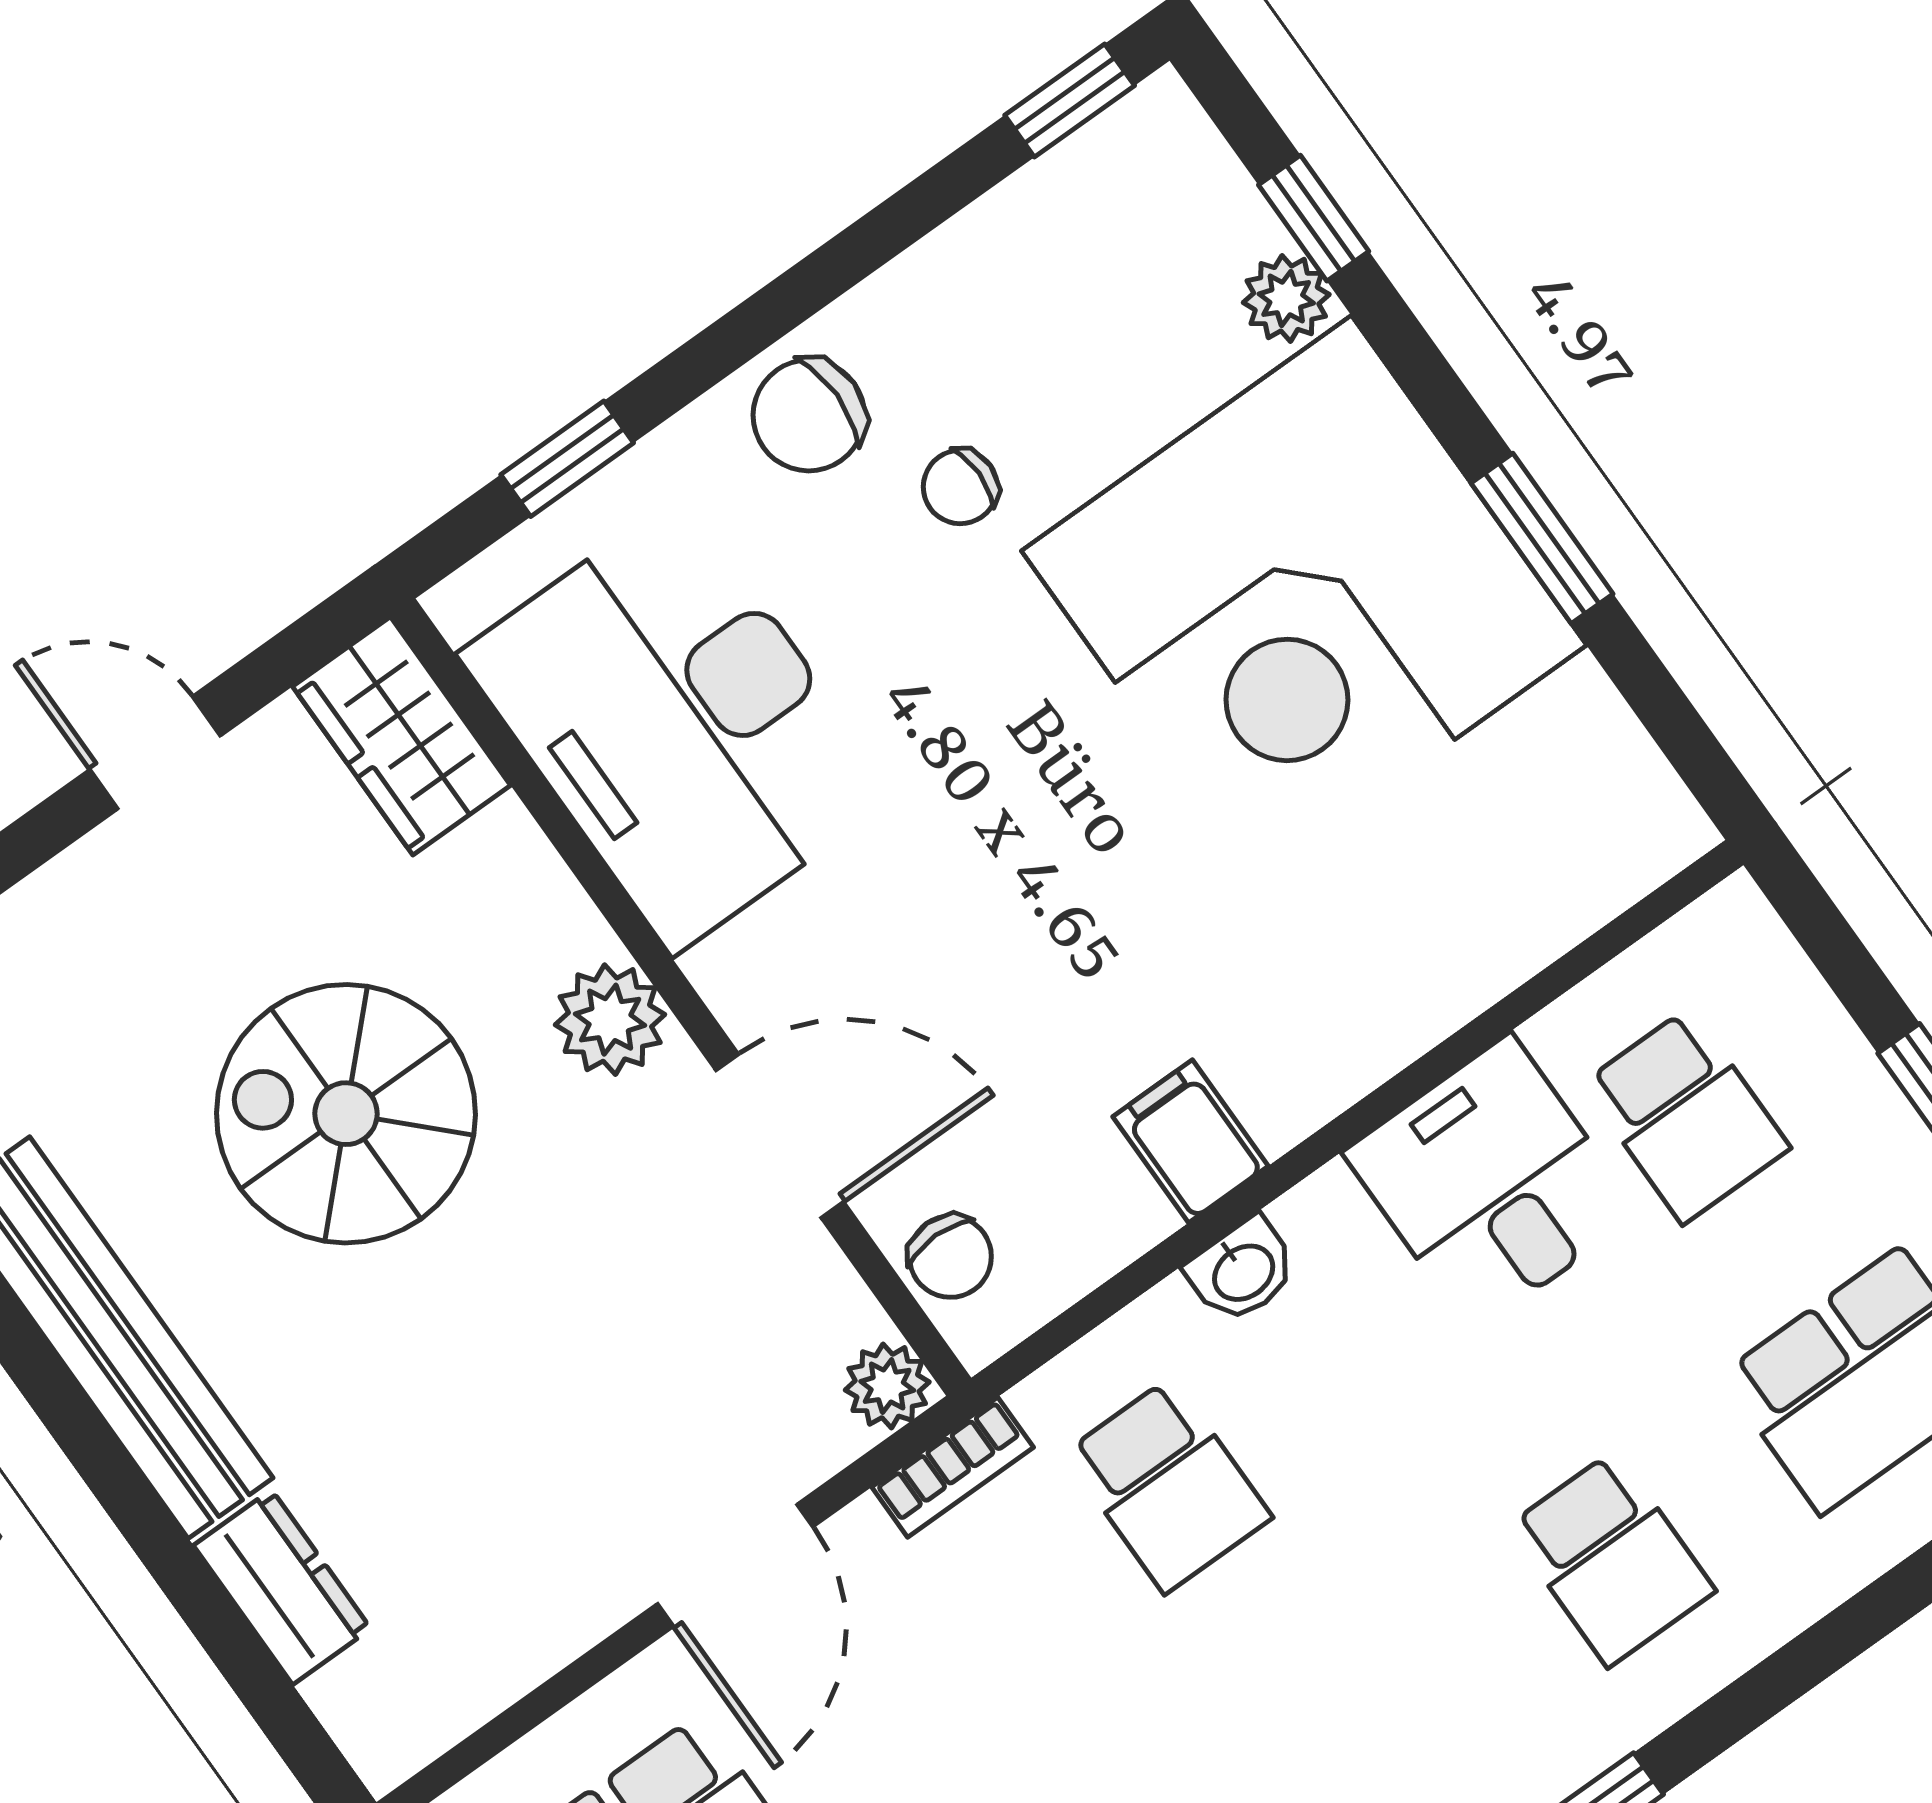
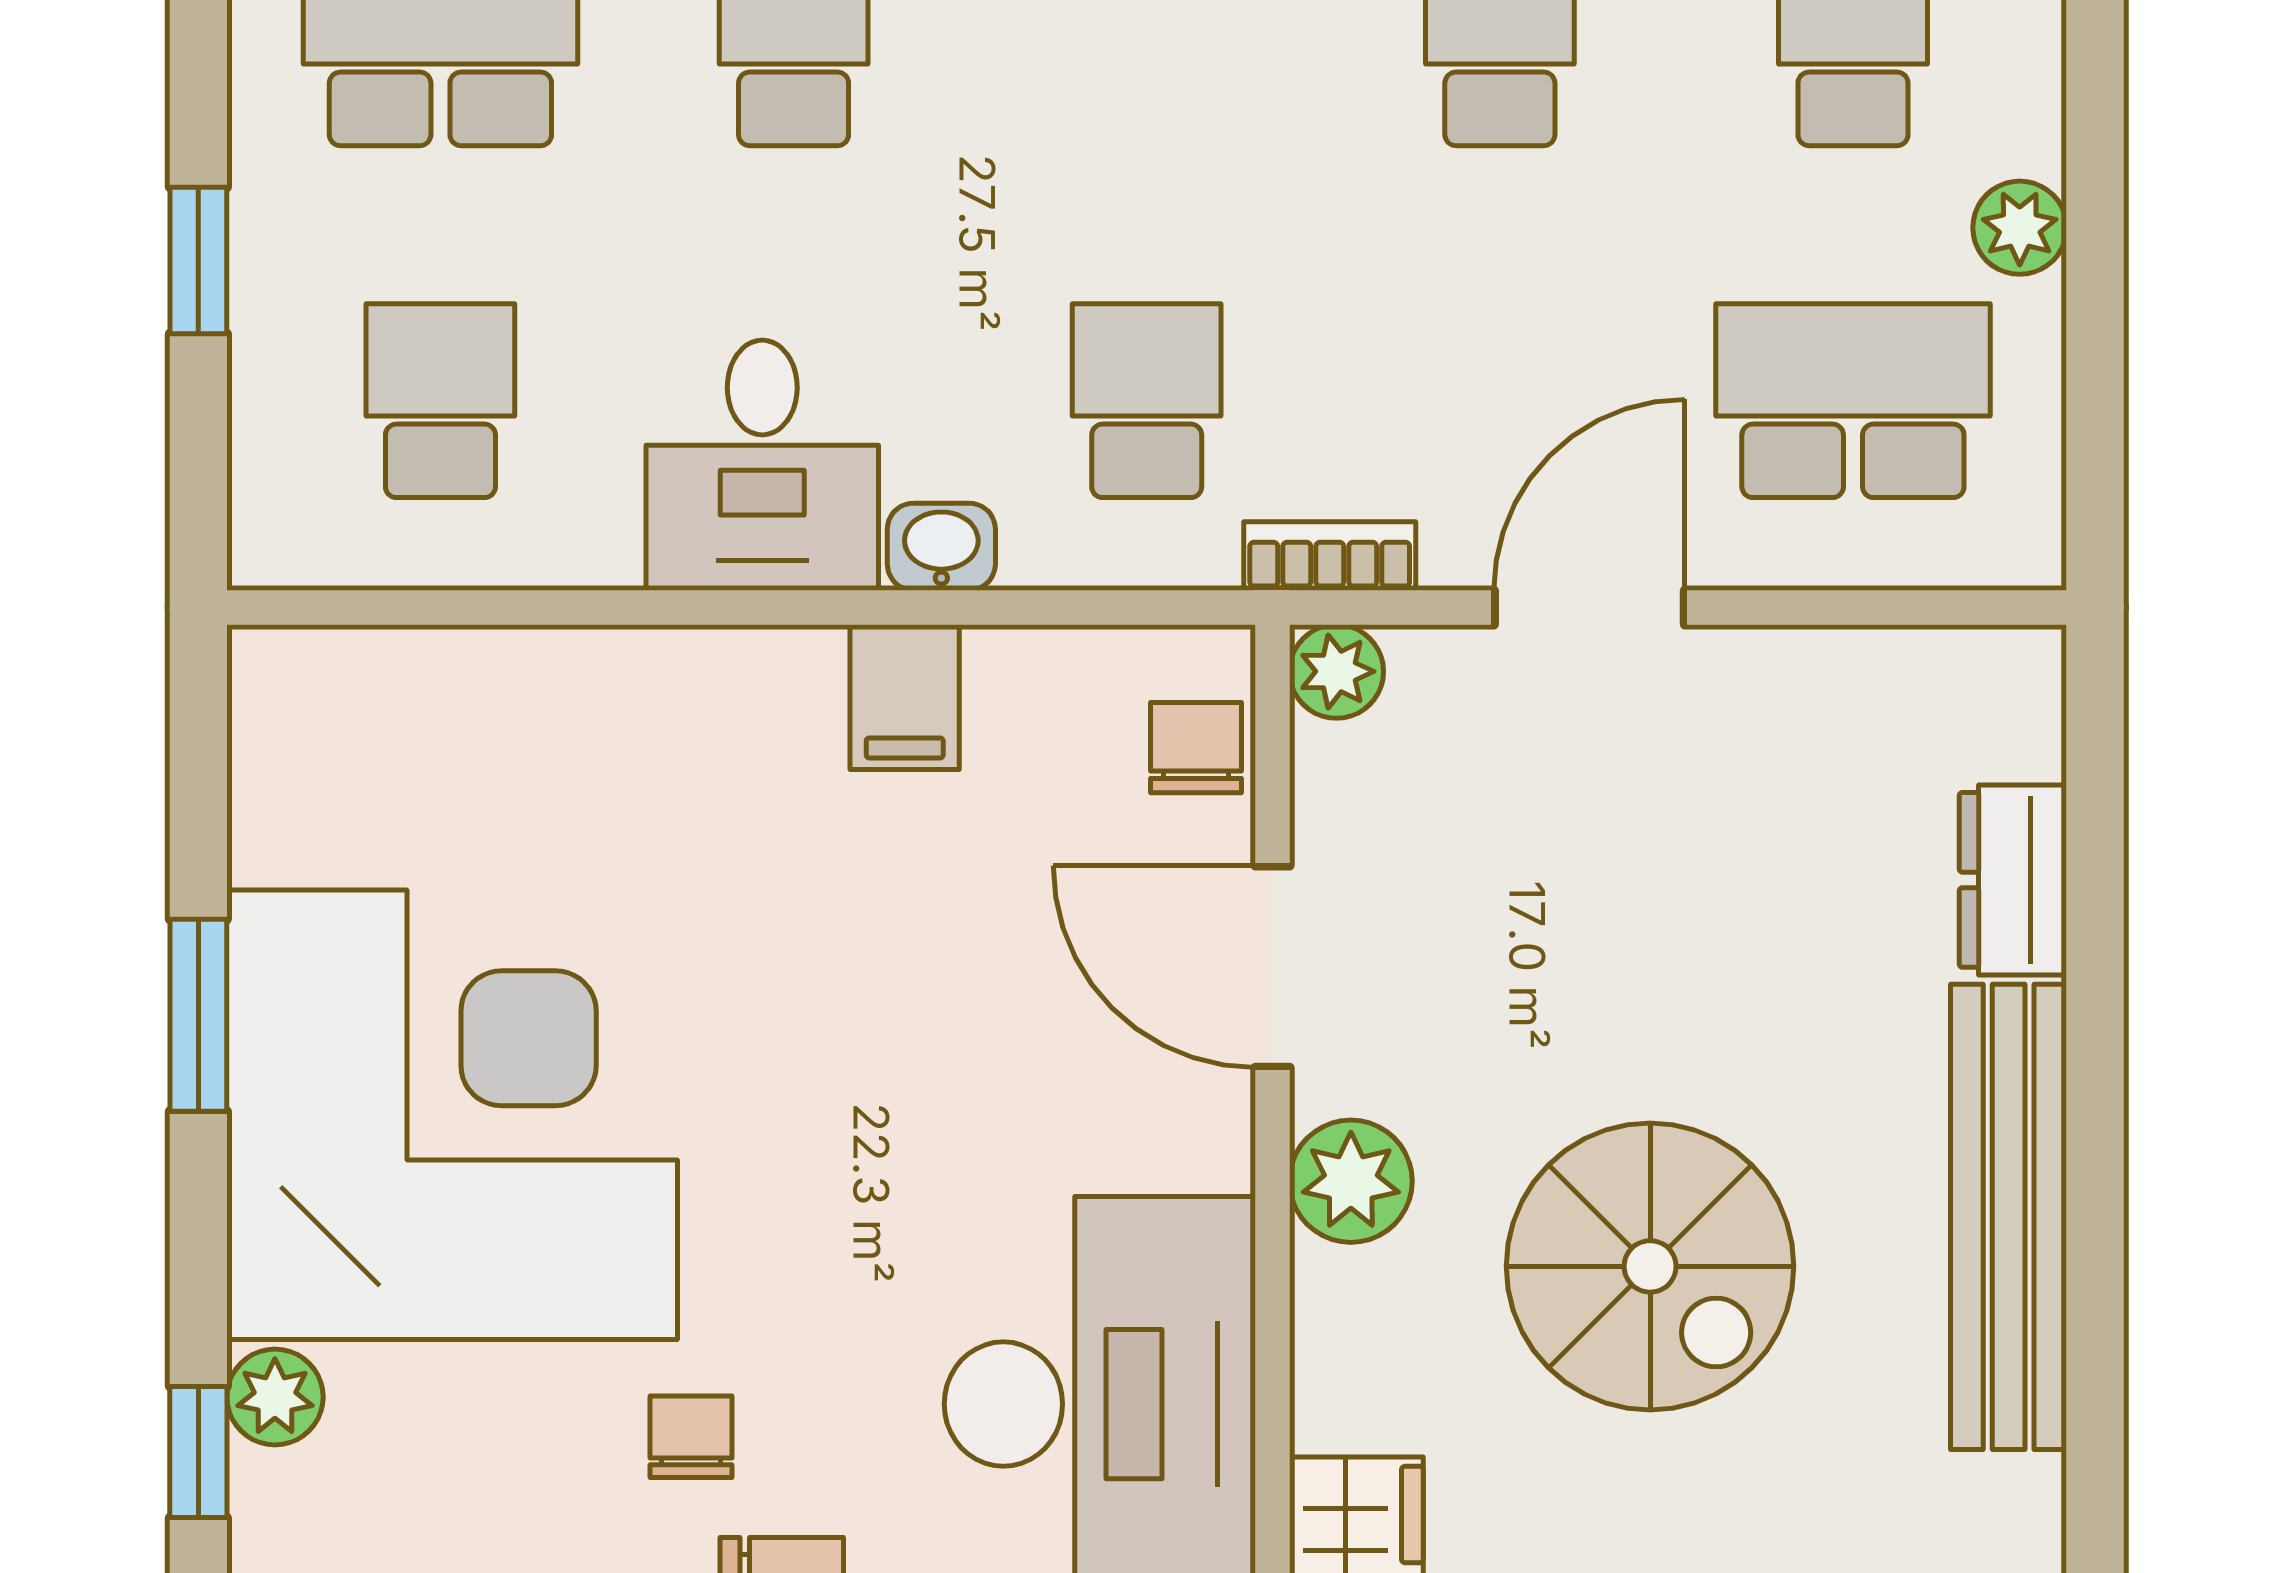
chair: (960, 487) -> (691, 1437), turned -90
desk: (1491, 1183) -> (762, 465), moved

